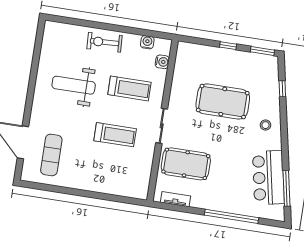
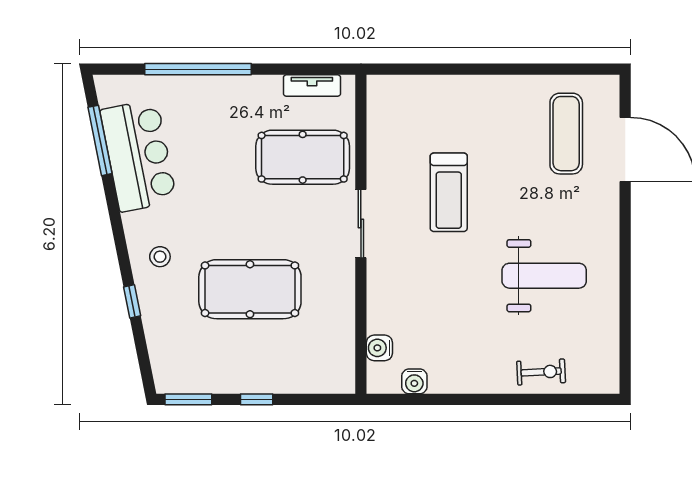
exercise bike: (105, 42) -> (541, 372), moved, width x0.73, depth x0.72
treadmill: (129, 88) -> (435, 286), removed
window: (282, 89) -> (132, 301), moved
treadmill: (115, 135) -> (449, 192), turned -90

